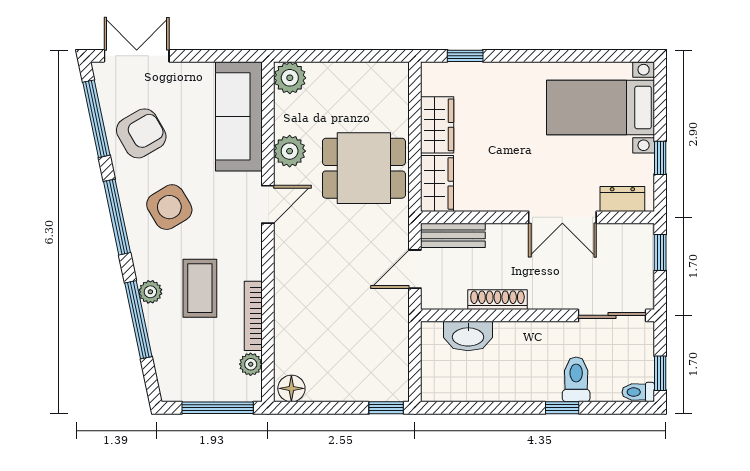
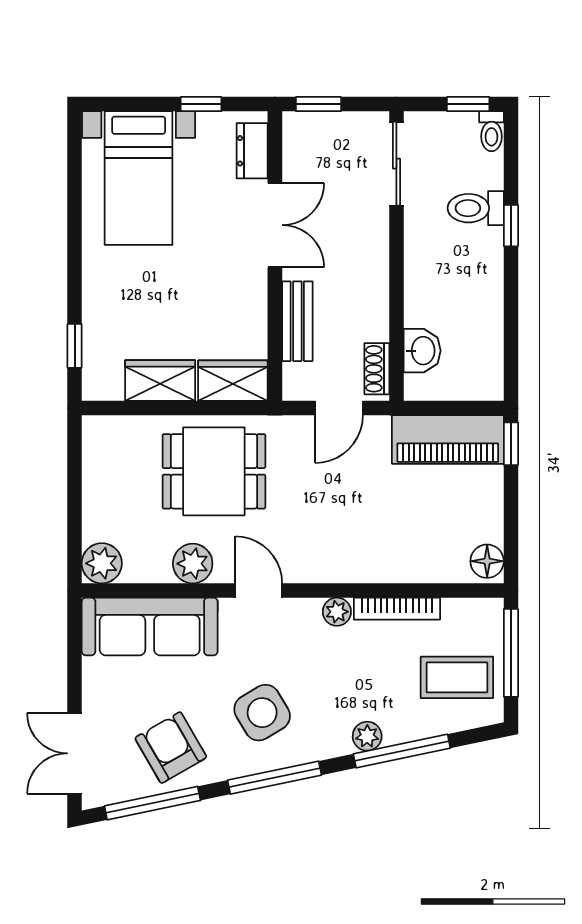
dining table: (364, 168) -> (214, 471), turned 90
bench: (453, 235) -> (297, 321), moved
door: (415, 269) -> (339, 408), hinge flipped
coffee table: (200, 288) -> (457, 677), moved
shoe rack: (497, 300) -> (377, 369), moved, width x0.70
washbasin: (468, 336) -> (422, 351), width x0.72
piano: (390, 357) -> (448, 440), added
plant: (251, 364) -> (337, 612), moved

